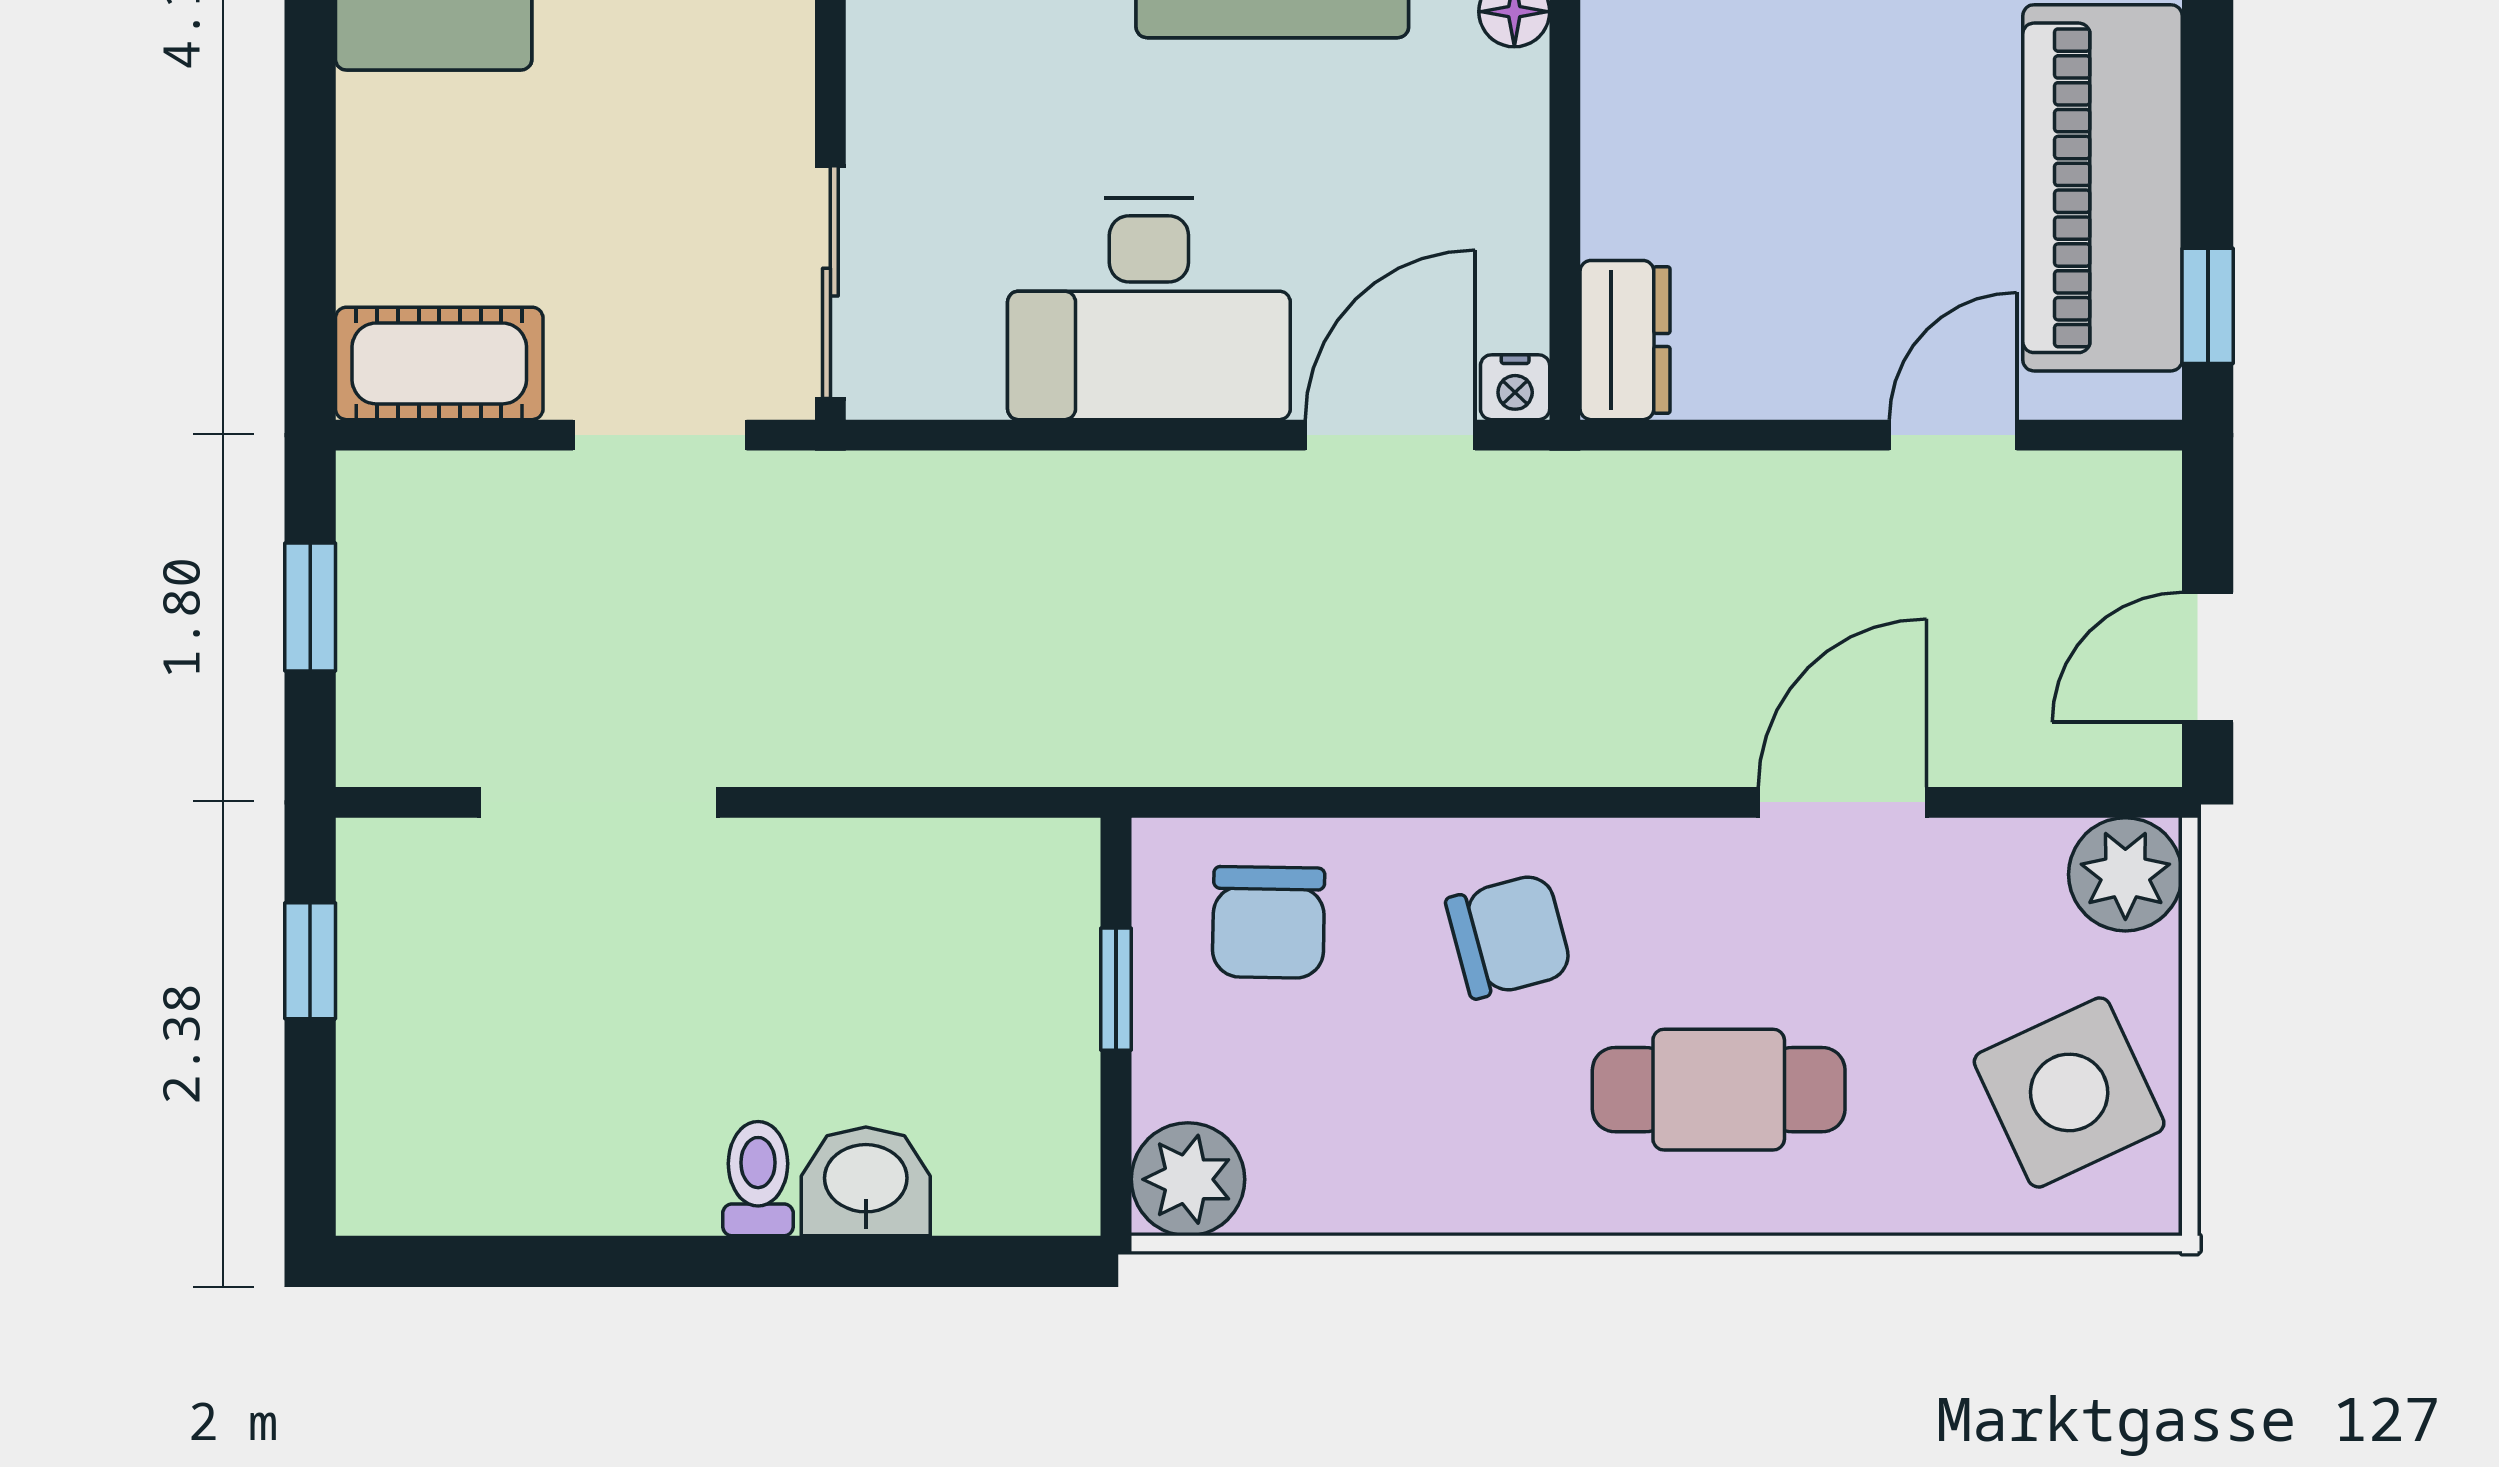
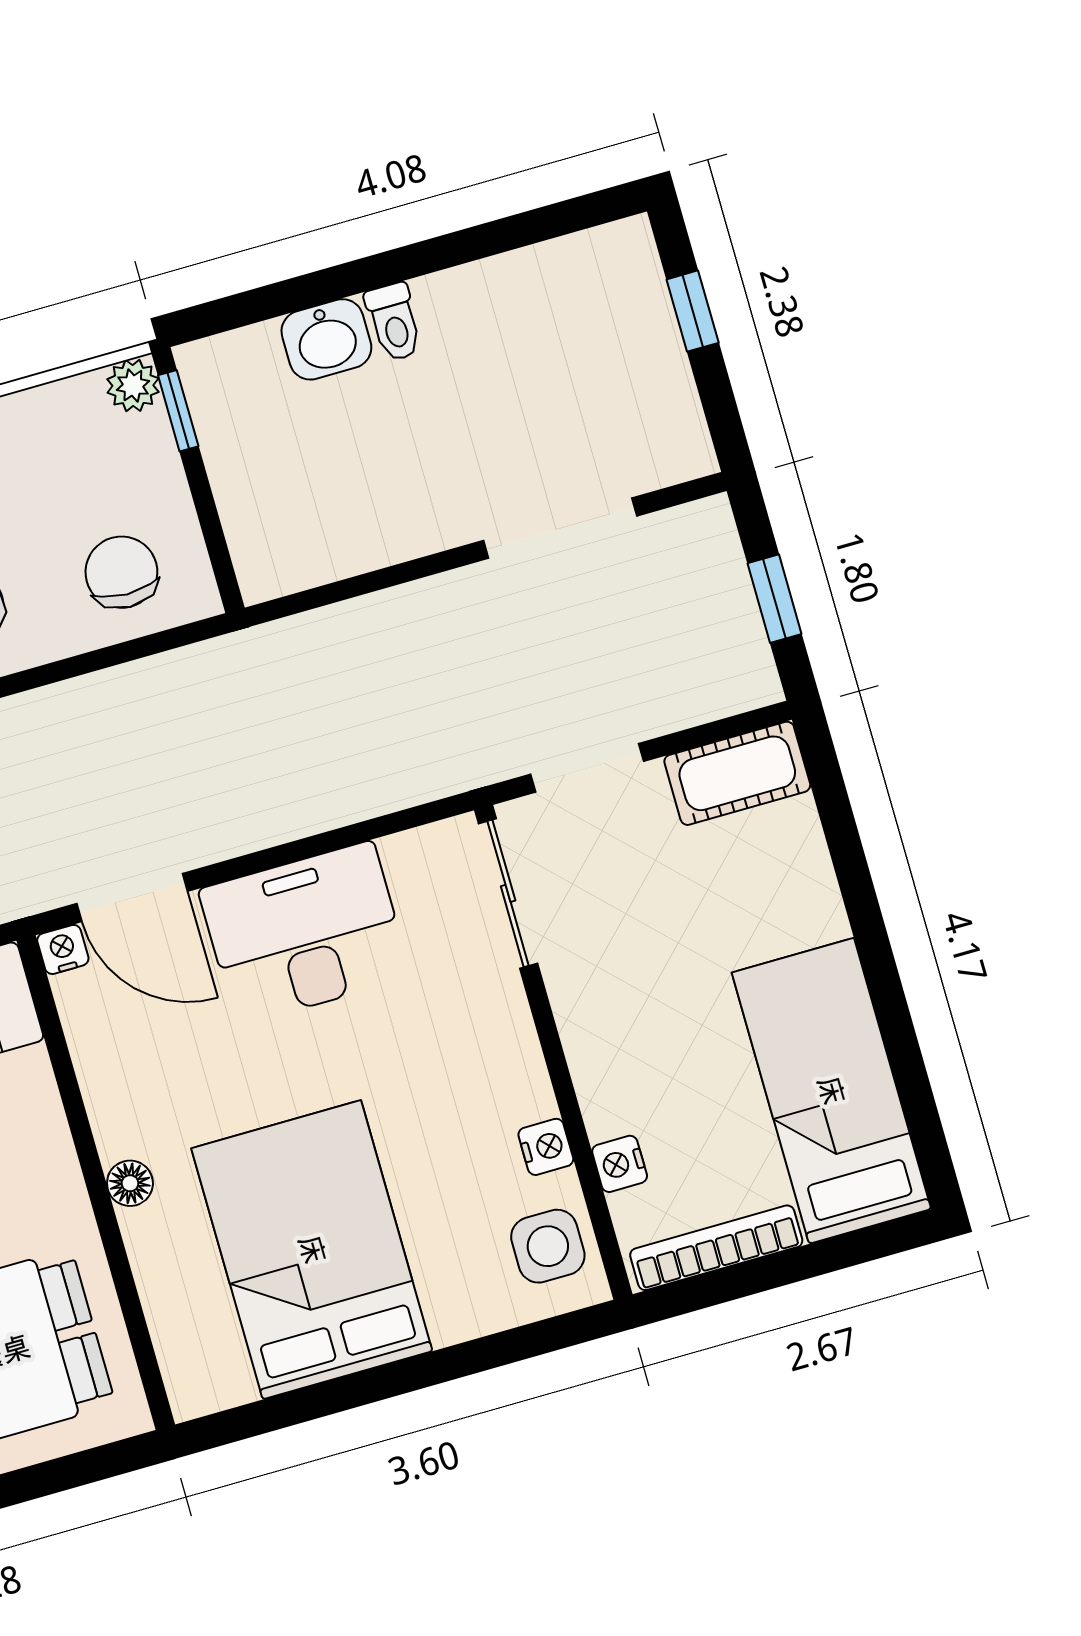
door: (1390, 435) -> (132, 897), hinge flipped
window: (310, 961) -> (693, 311), moved
window: (1116, 989) -> (178, 411), moved
plant: (1188, 1179) -> (133, 386), width x0.73, depth x0.73

